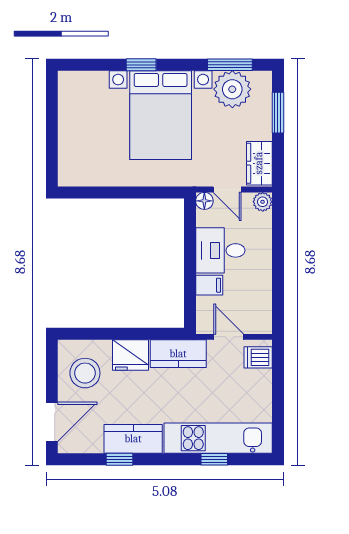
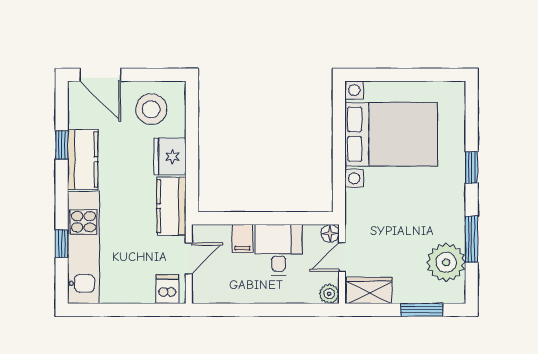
window: (230, 65) -> (472, 239), moved
bed with nightstands: (161, 115) -> (391, 134), moved, turned 180

